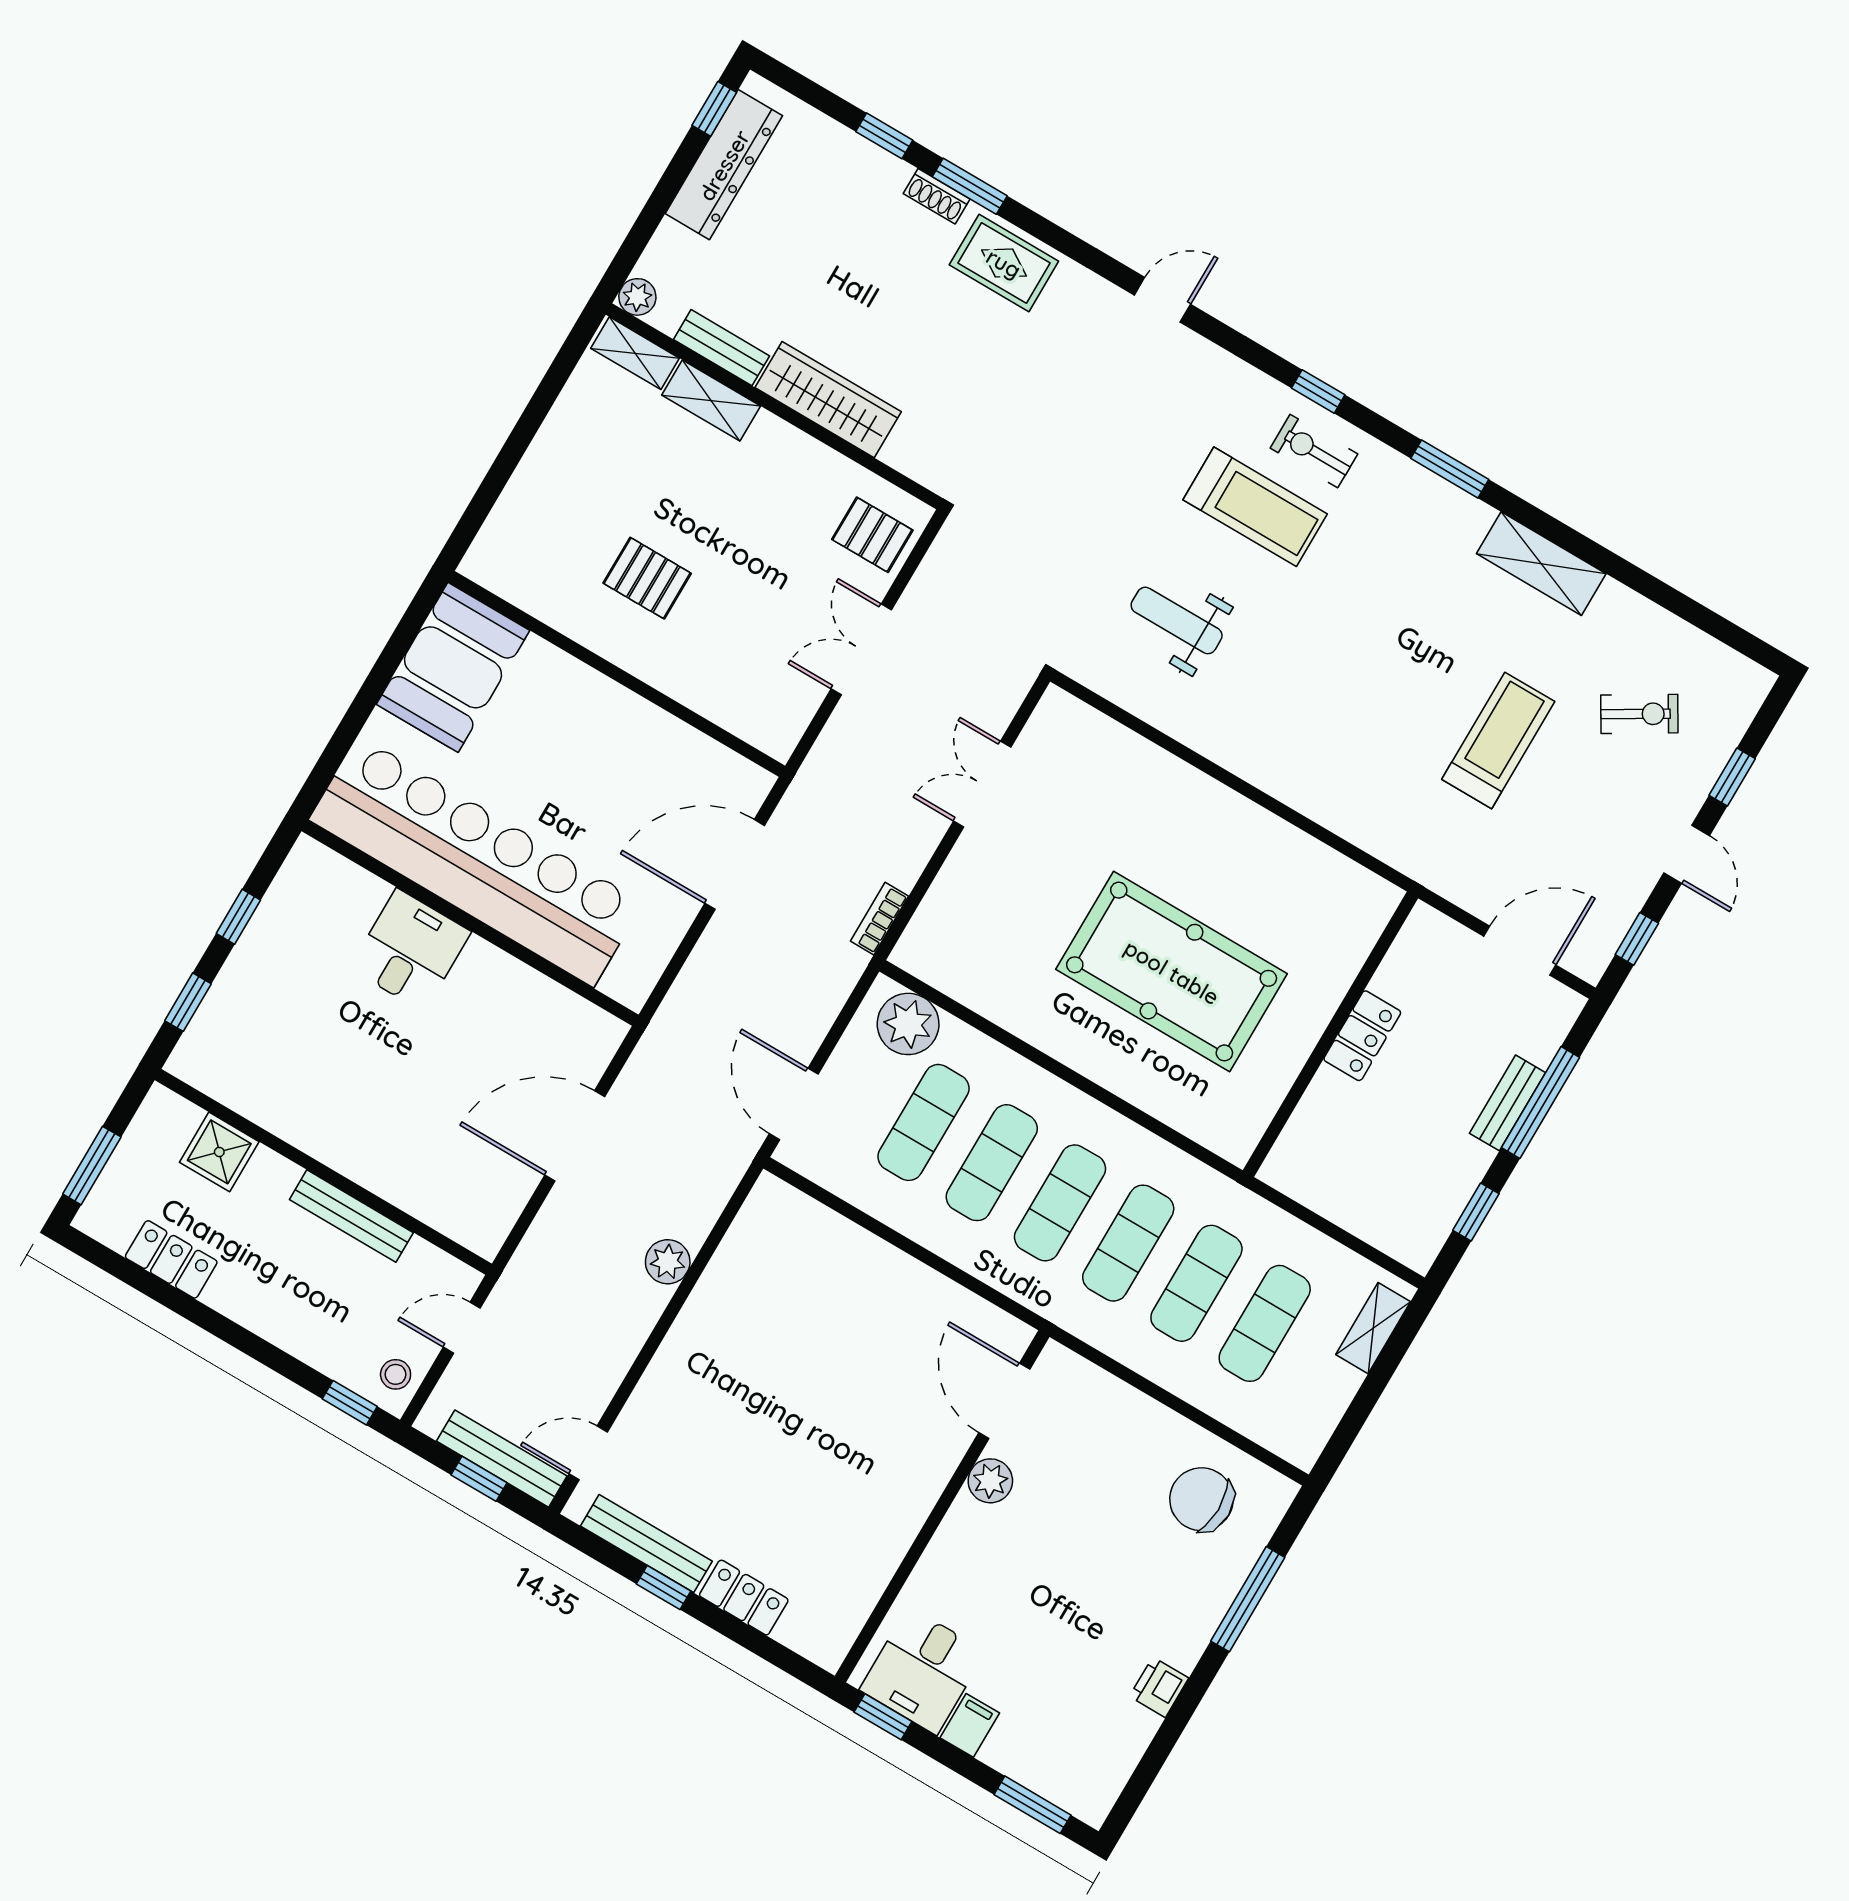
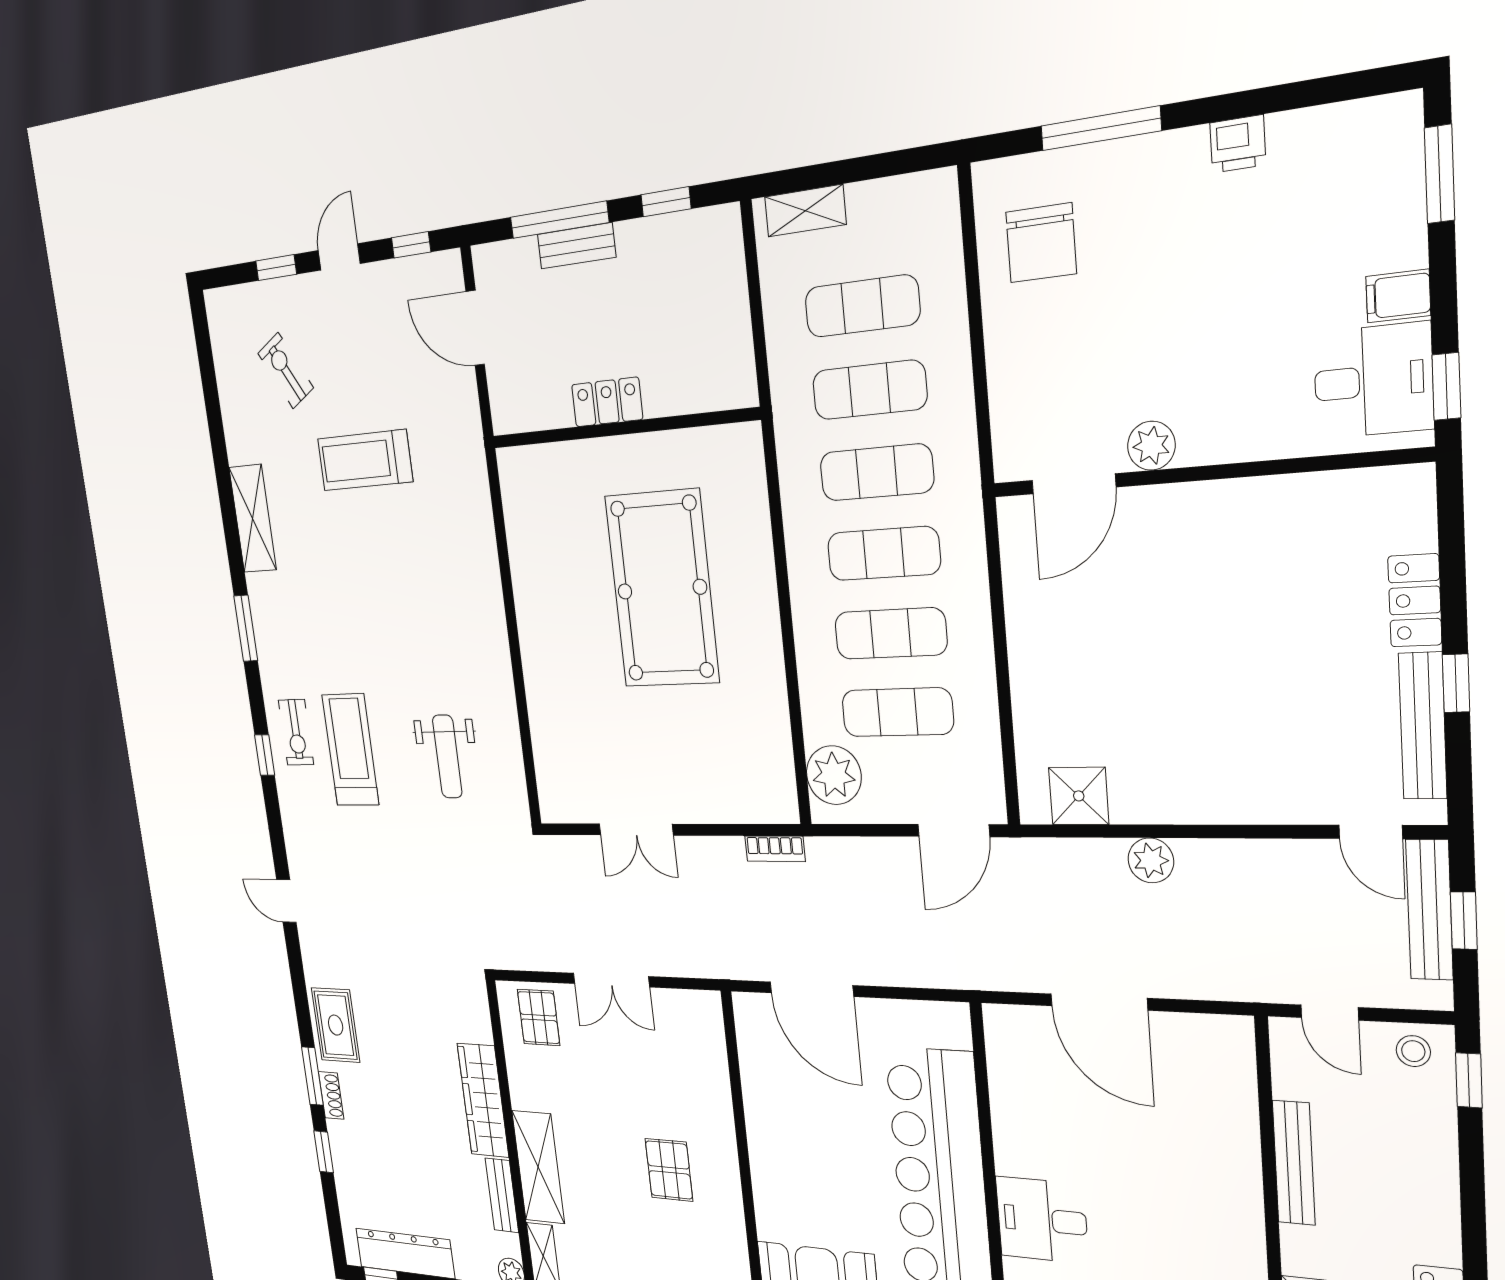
shelving: (711, 400) -> (538, 1167), width x1.50, depth x1.33
shower: (756, 1236) -> (1079, 796), added

